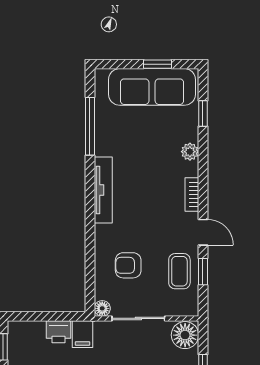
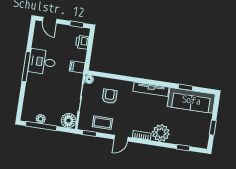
sofa: (152, 87) -> (191, 100), moved, turned -90
window: (90, 126) -> (185, 87), width x0.46
plant: (190, 152) -> (161, 133), width x1.87, depth x1.87
window: (203, 272) -> (89, 133), moved
printer: (59, 332) -> (82, 42), moved

